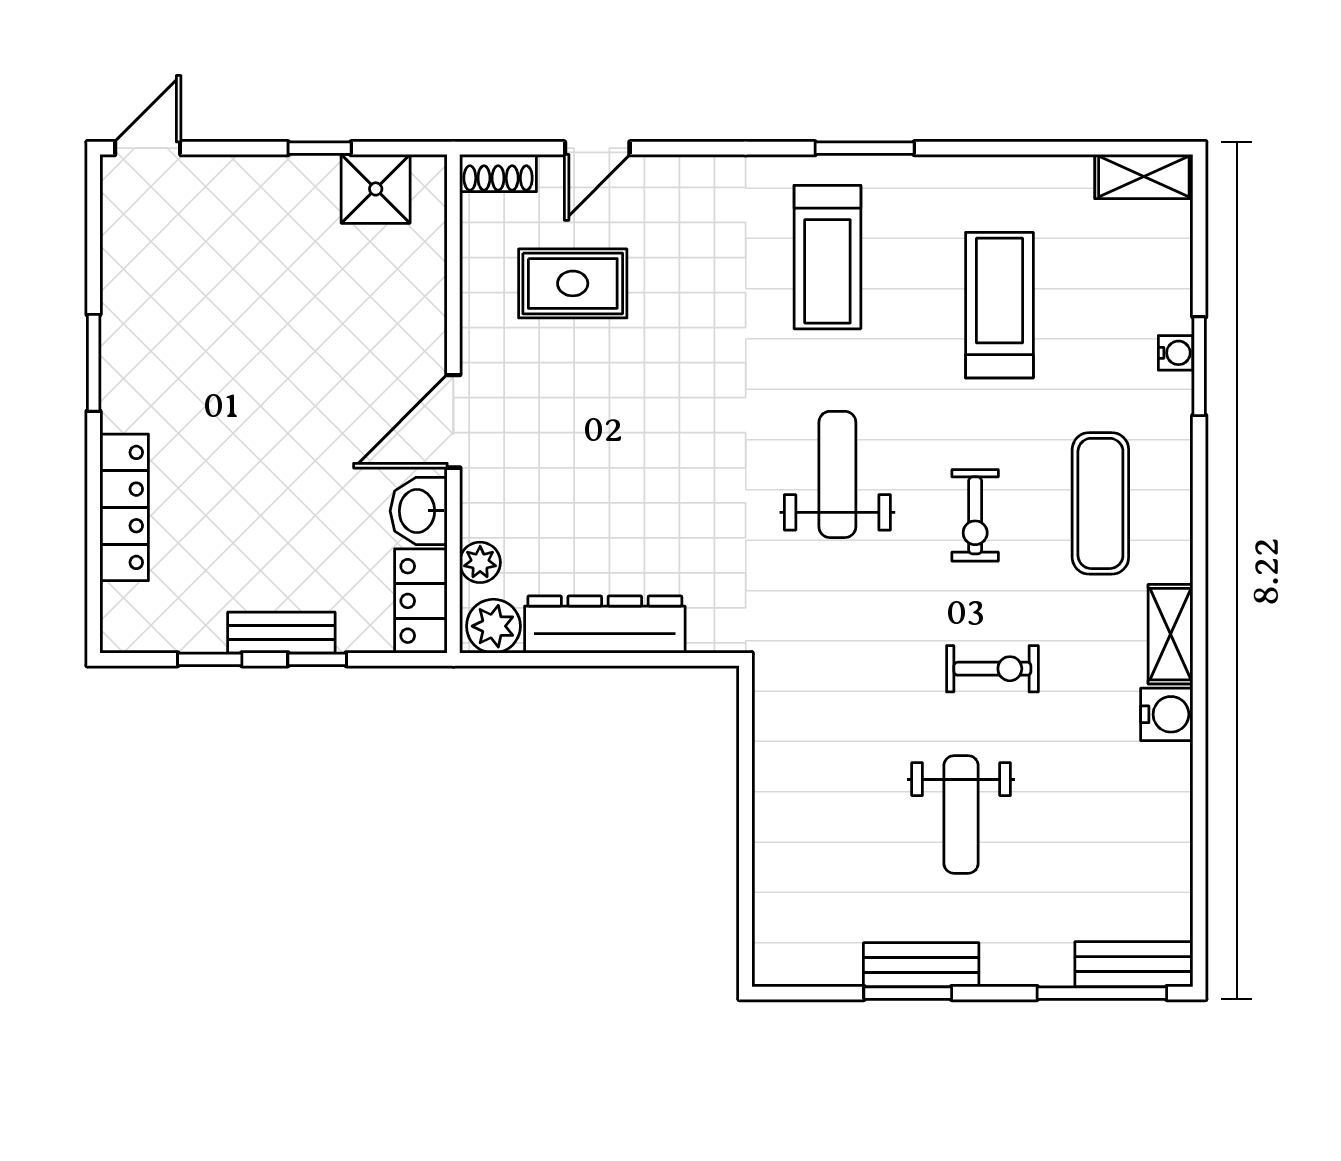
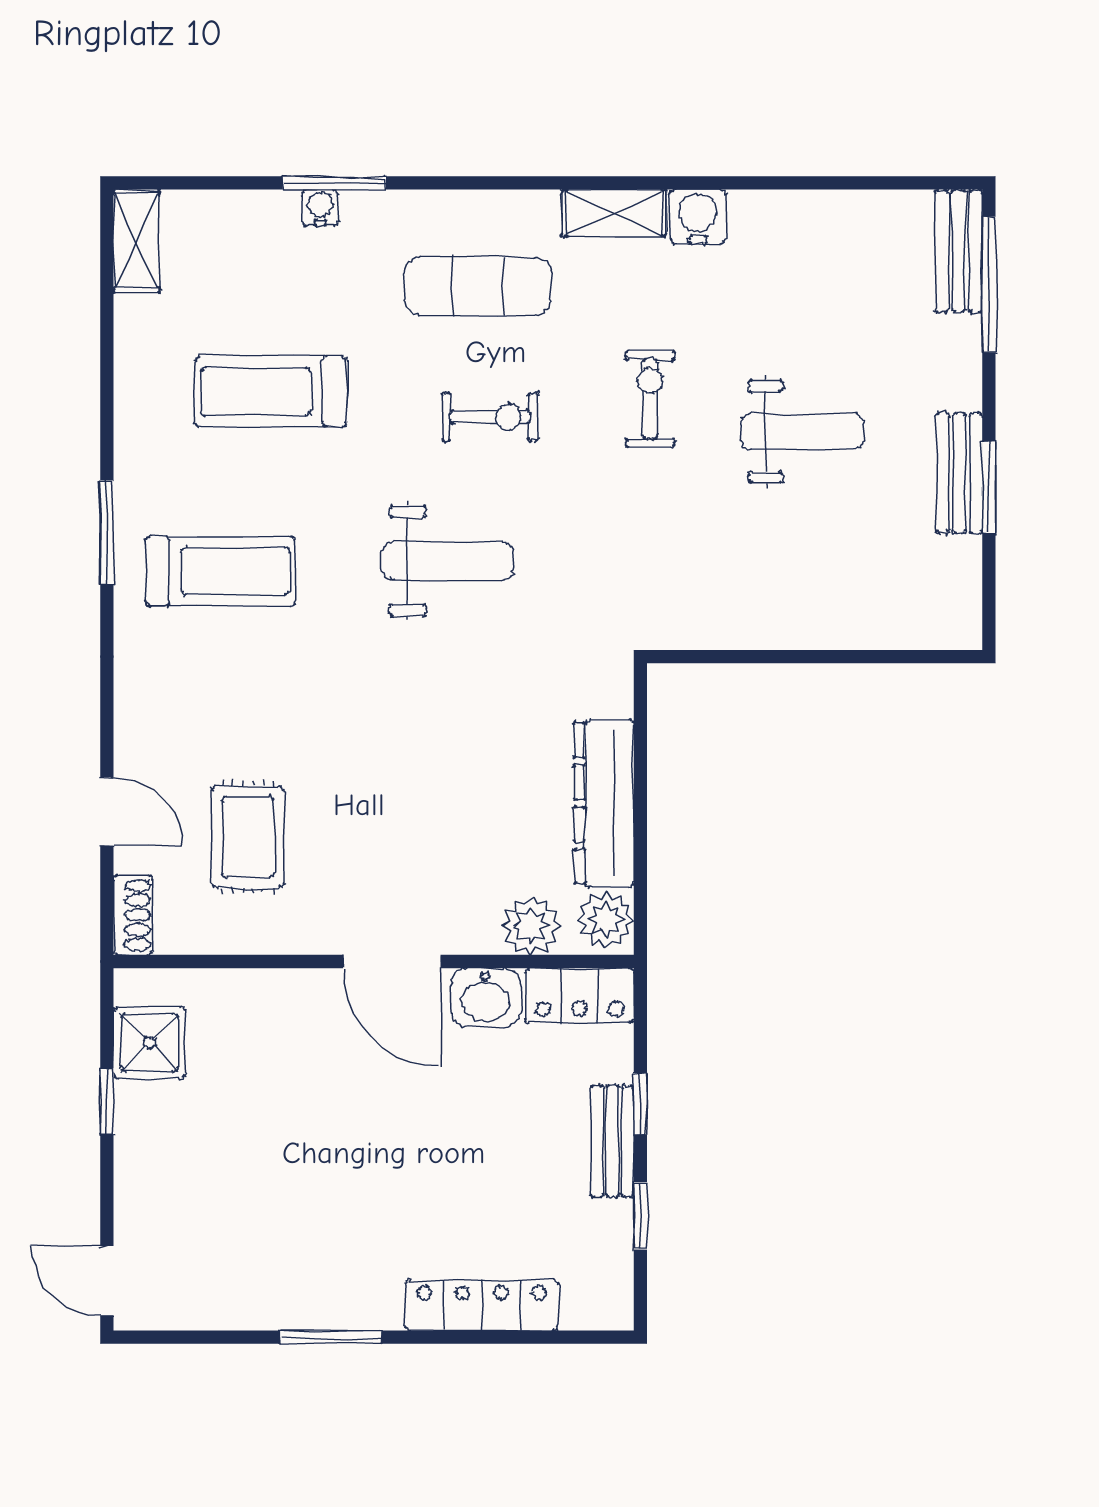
weight bench: (837, 474) -> (447, 561), turned 180
plant: (480, 562) -> (531, 926), width x1.38, depth x1.38

